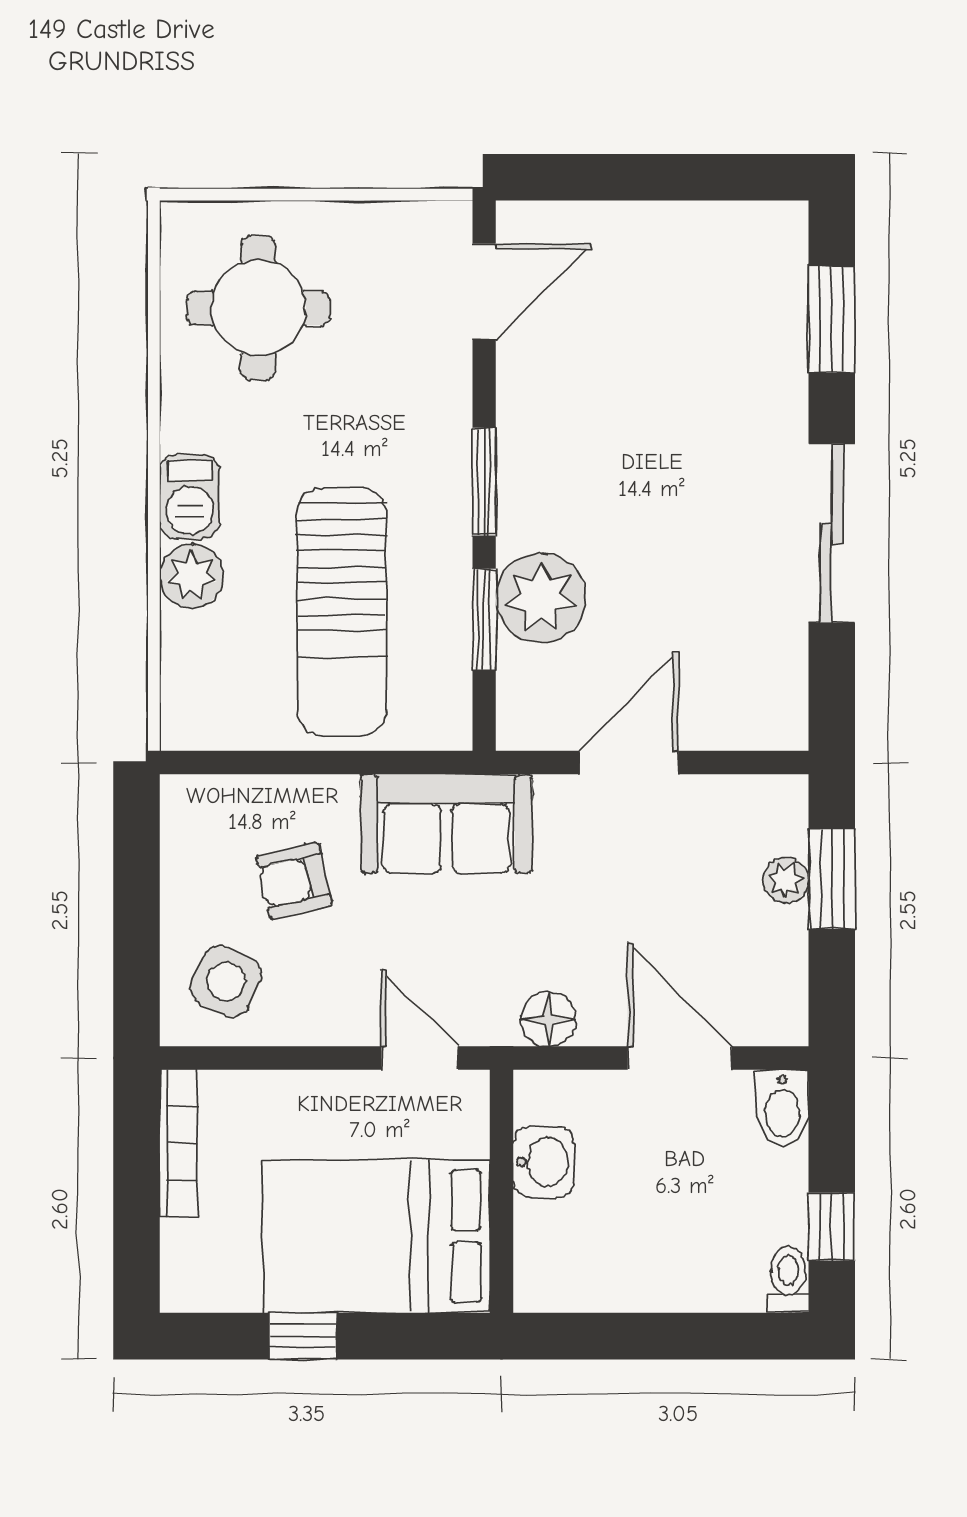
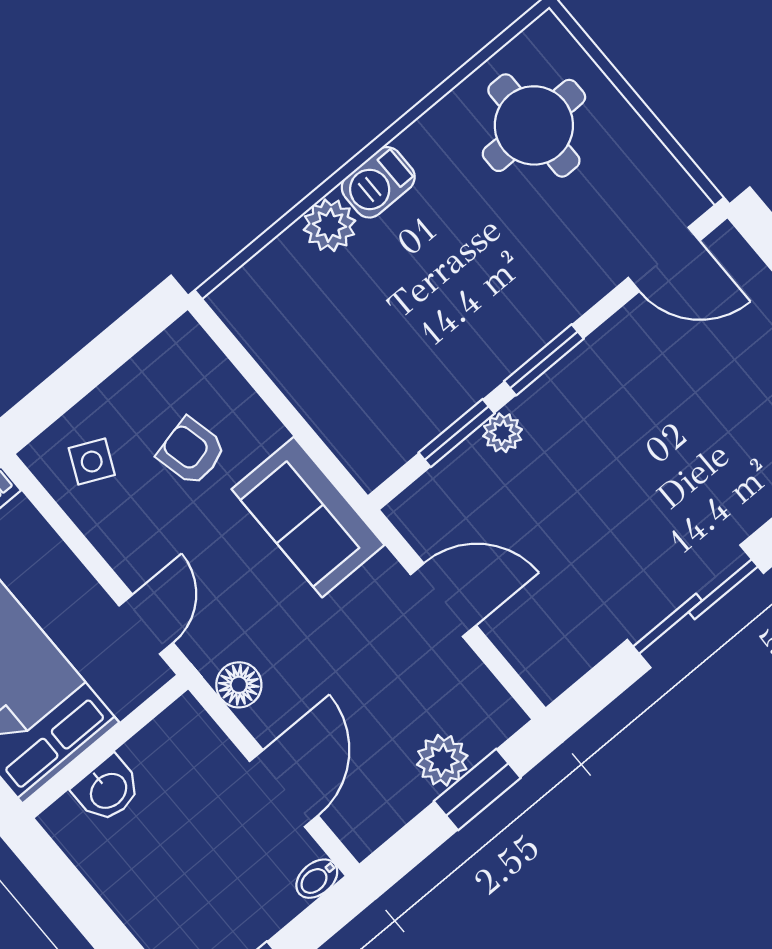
plant: (541, 598) -> (503, 433), width x0.53, depth x0.53
sun lounger: (342, 612) -> (386, 339), removed
plant: (786, 880) -> (442, 760), width x1.38, depth x1.38
side table: (226, 982) -> (92, 462), width x0.73, depth x0.73
bidet: (782, 1108) -> (317, 879), width x0.72, depth x0.74
washbasin: (543, 1162) -> (108, 790), moved

